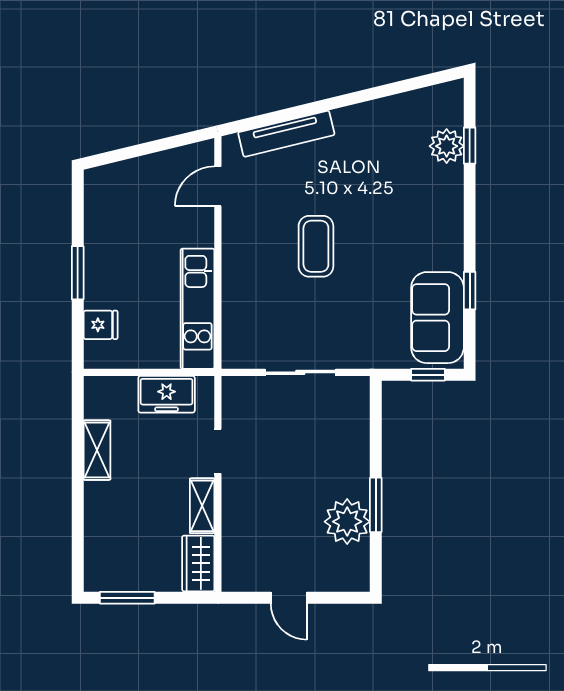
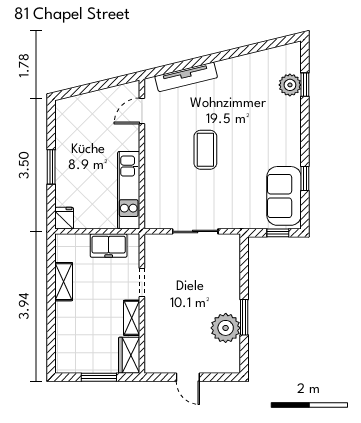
fridge: (101, 325) -> (64, 218), moved, turned -90
window: (127, 598) -> (99, 377), moved

